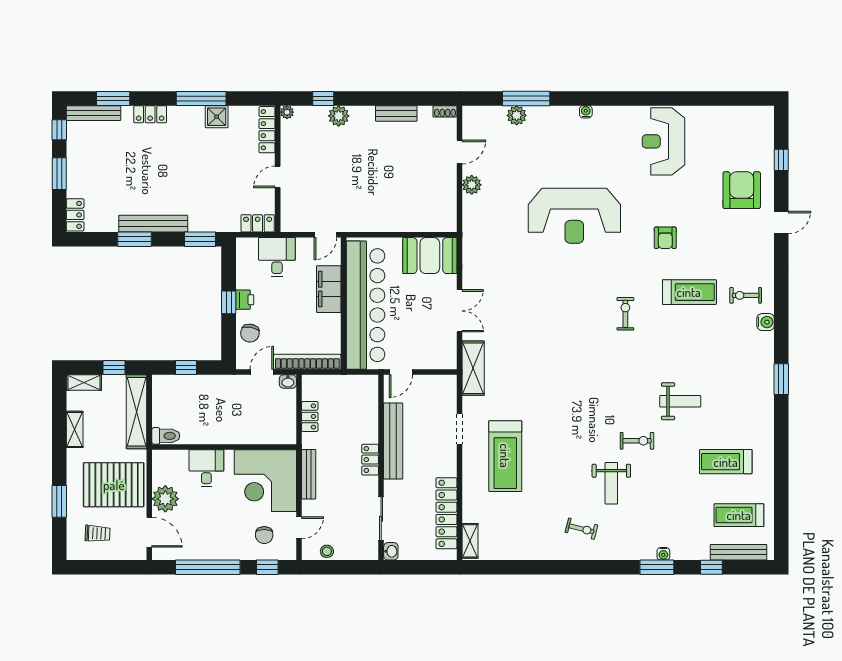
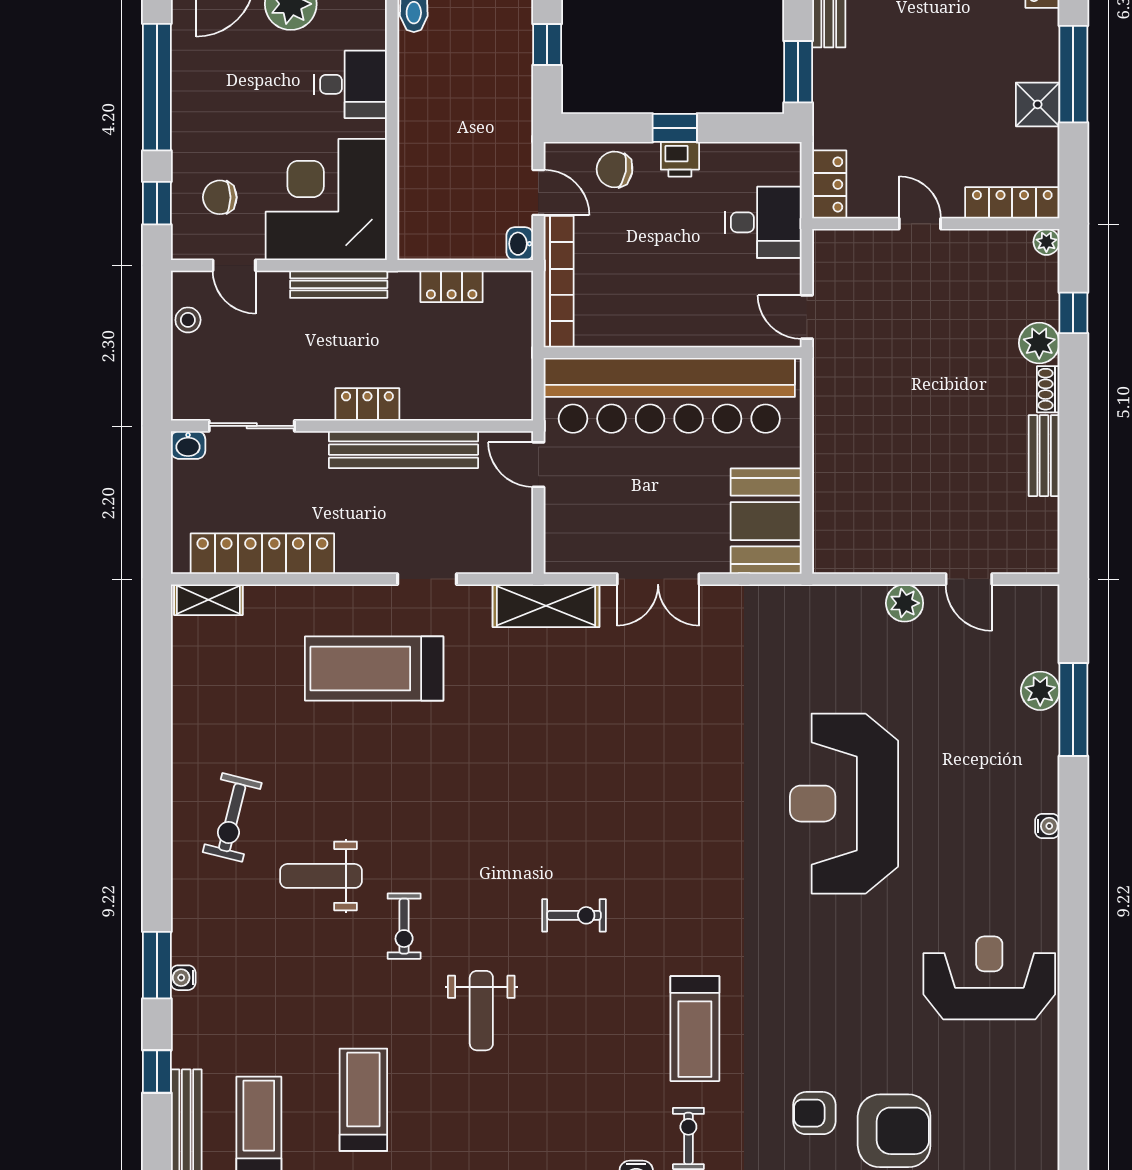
shoe rack: (445, 111) -> (1048, 389), moved
armchair: (665, 238) -> (814, 1113), moved
filing cabinet: (329, 289) -> (701, 324), removed
exercise bike: (625, 314) -> (574, 915), moved
exercise bike: (581, 529) -> (232, 817), width x1.38, depth x1.39

